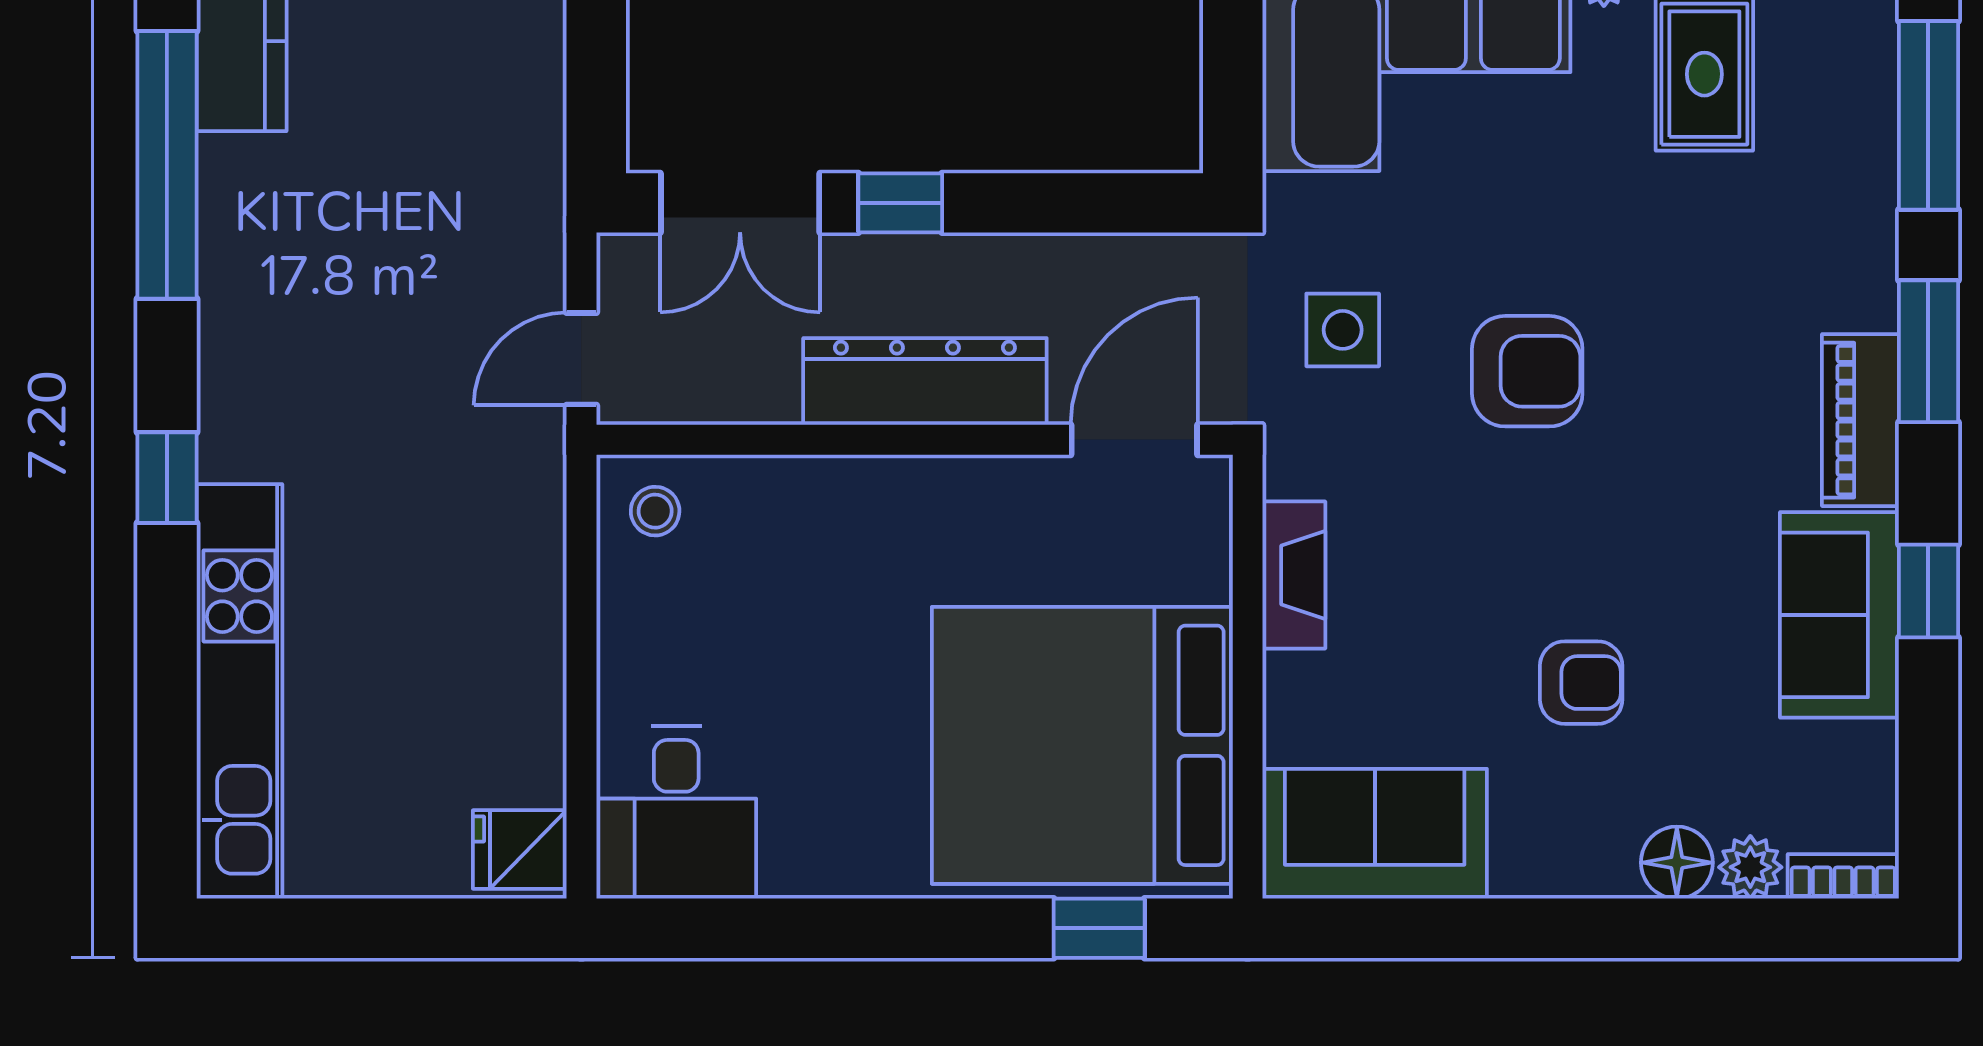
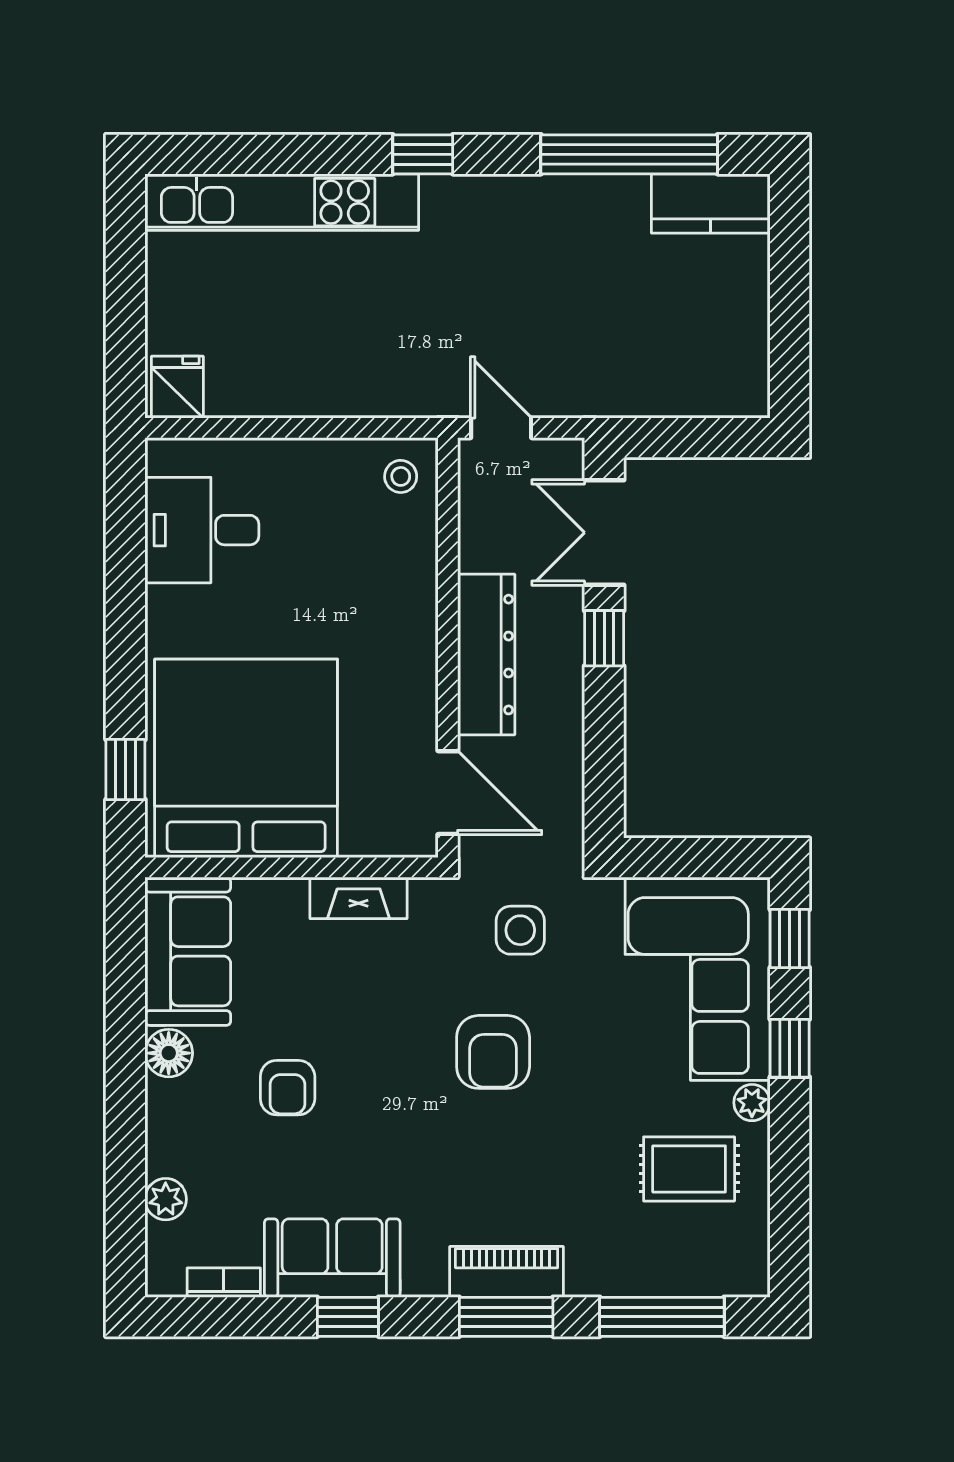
piano: (1860, 420) -> (507, 1272), moved
desk: (676, 812) -> (202, 530), moved
floor lamp: (1677, 863) -> (169, 1053), moved
bookcase: (1843, 876) -> (224, 1283), moved, turned -90

